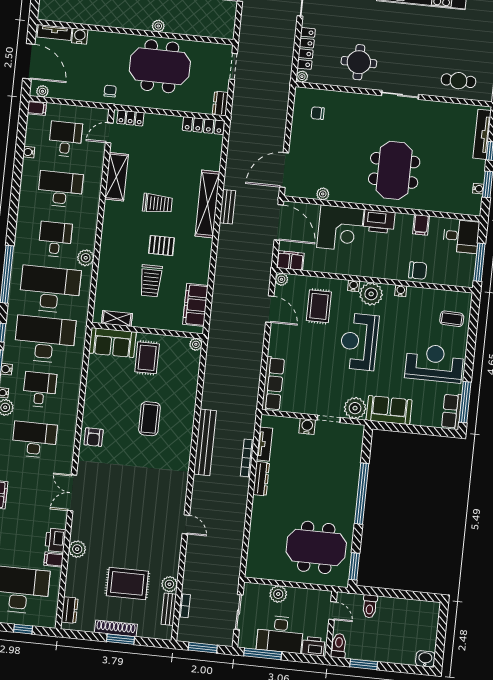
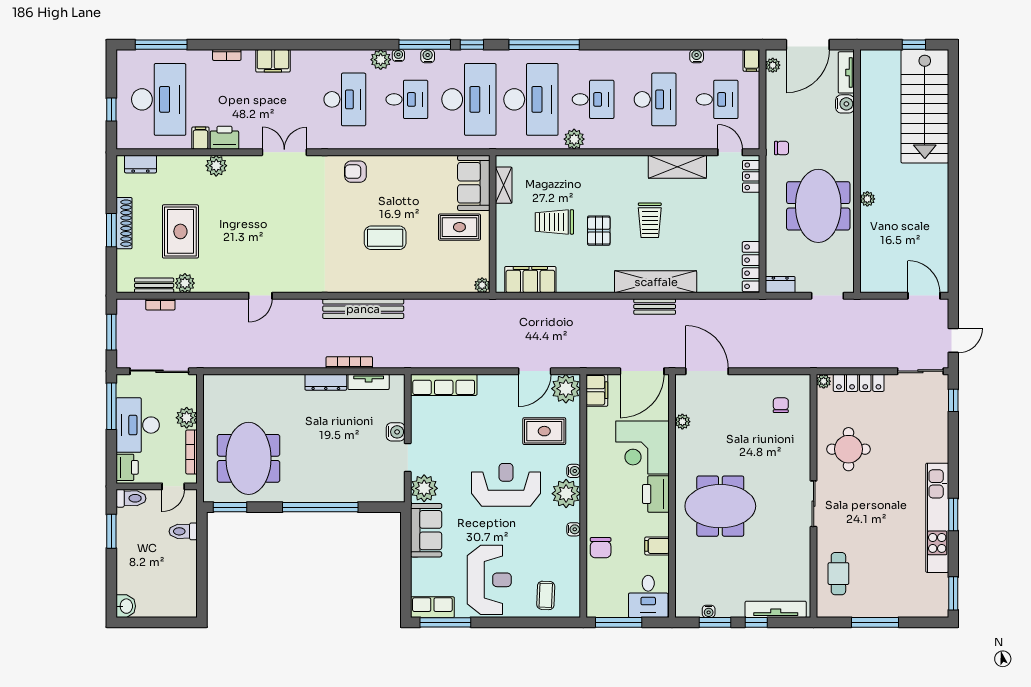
plant: (281, 279) -> (566, 389), width x1.88, depth x1.88
bookcase: (306, 593) -> (192, 452), added
sliding door: (238, 612) -> (159, 371), width x1.37

